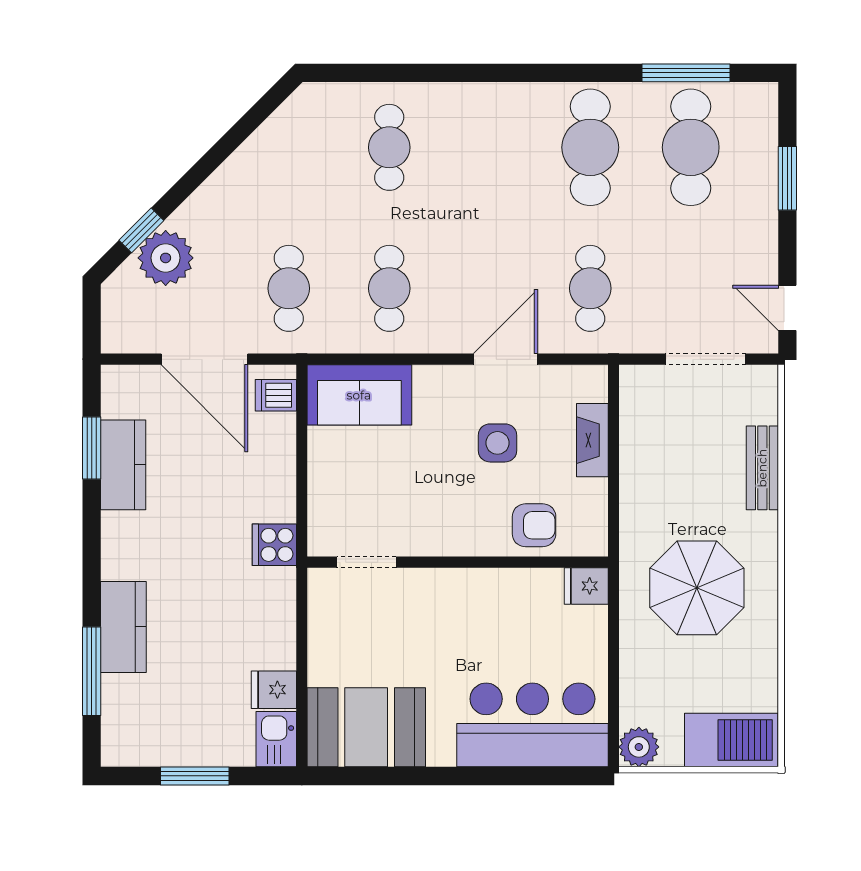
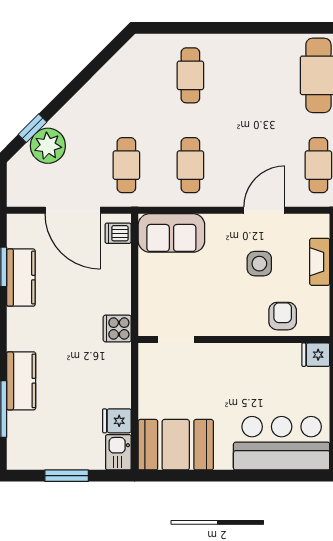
armchair: (534, 525) -> (283, 316), turned -90

